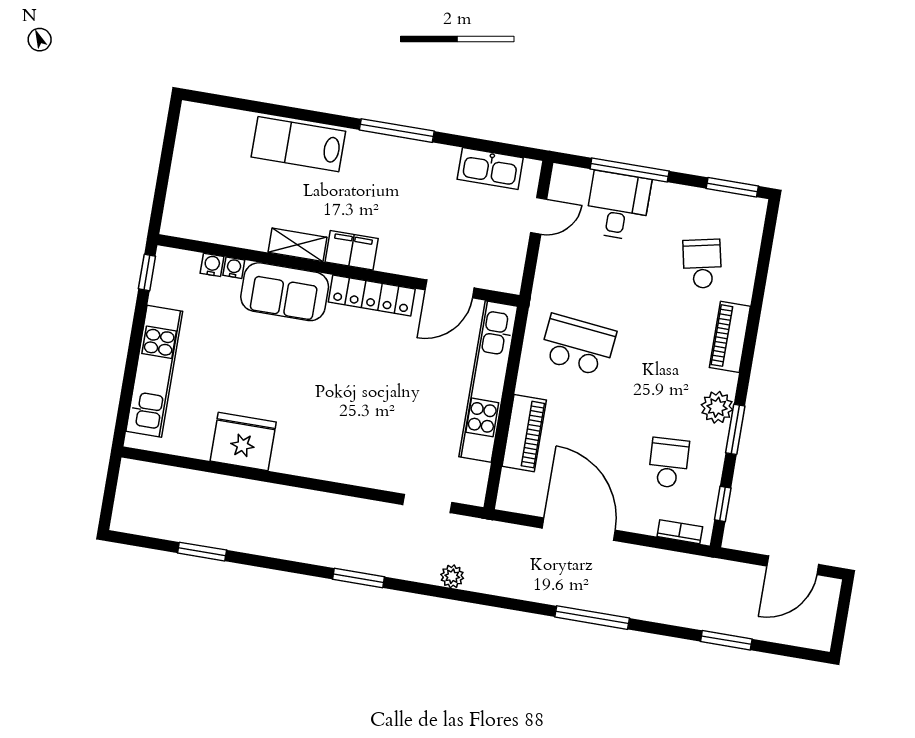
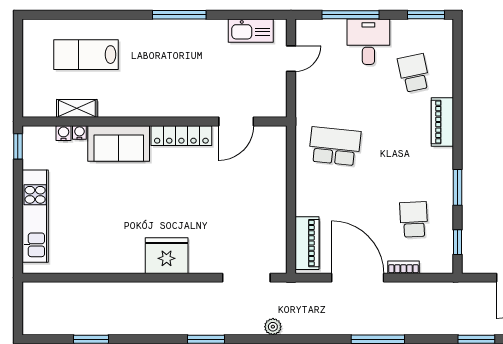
lab bench: (298, 144) -> (86, 55), moved
desk: (618, 206) -> (368, 42), moved
shelving: (298, 245) -> (77, 108), moved
filing cabinet: (352, 250) -> (162, 106), removed
kitchen unit: (488, 382) -> (275, 183), removed
plant: (717, 407) -> (442, 174), removed
piano: (524, 433) -> (307, 243), moved
fridge: (243, 441) -> (167, 256), moved
doorway: (427, 504) -> (246, 278), width x1.38
bookcase: (680, 532) -> (403, 267), moved

